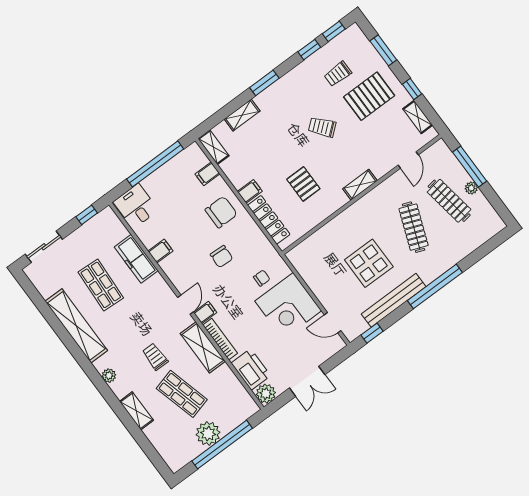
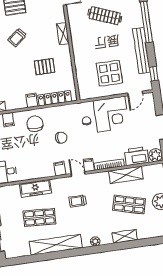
filing cabinet: (160, 251) -> (60, 169), moved
display table: (369, 263) -> (109, 73), moved
shelving: (203, 347) -> (126, 175), moved
trolley: (155, 357) -> (78, 201), moved
shop shelf: (182, 394) -> (129, 205), turned 30

